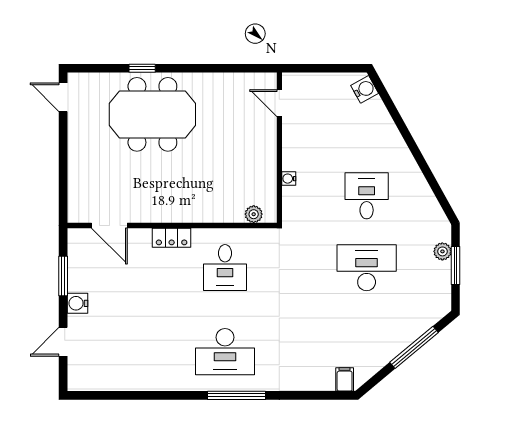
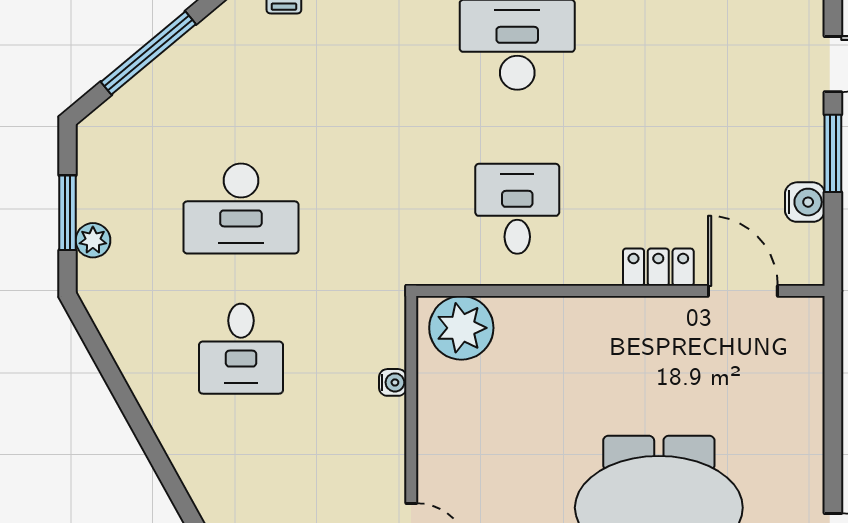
plant: (254, 214) -> (461, 328), width x1.88, depth x1.88
locker: (172, 238) -> (658, 267), moved
window: (63, 276) -> (833, 153), moved
water cooler: (78, 303) -> (805, 202), moved

